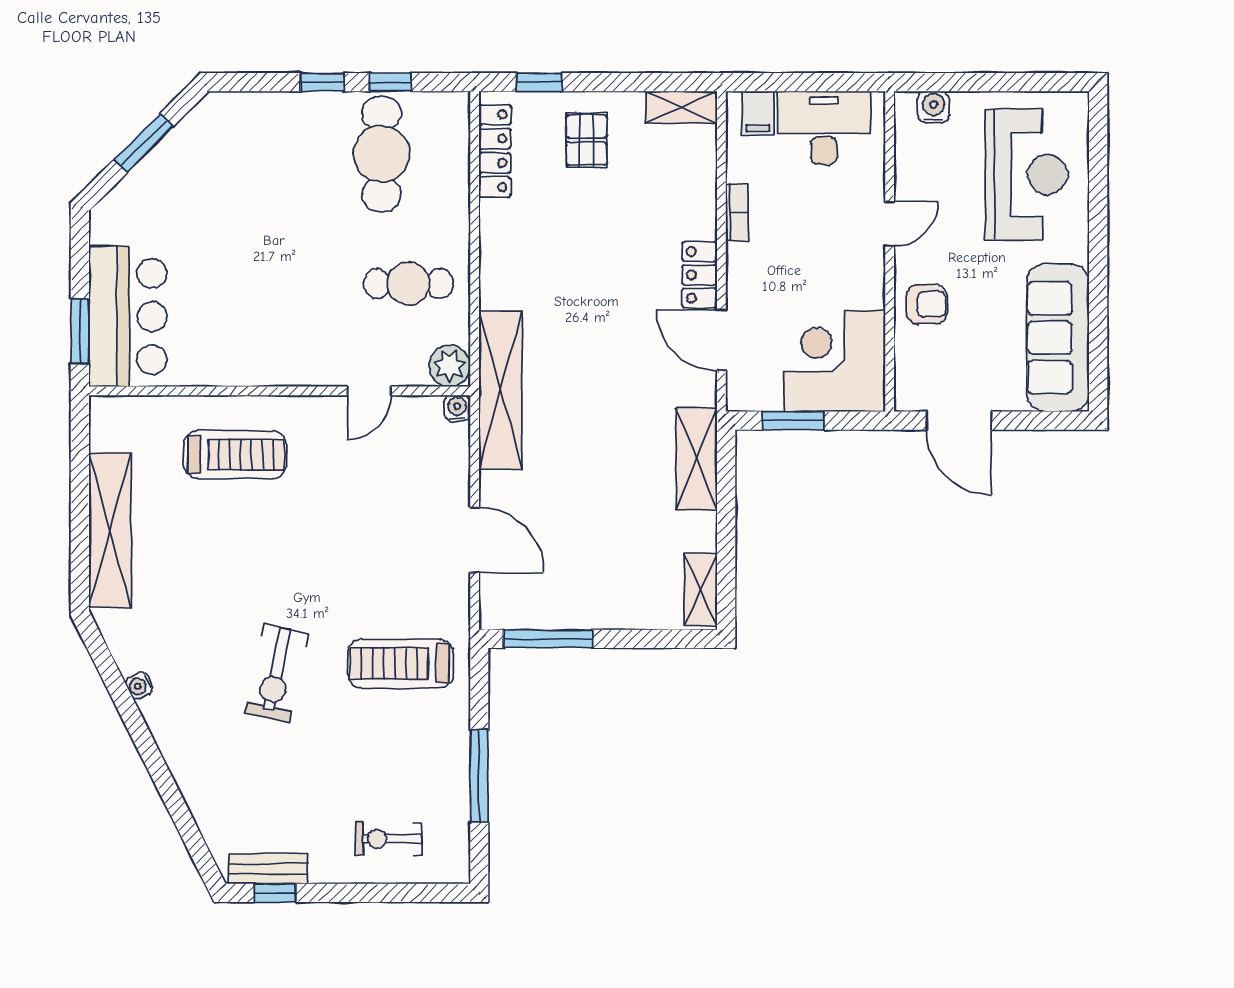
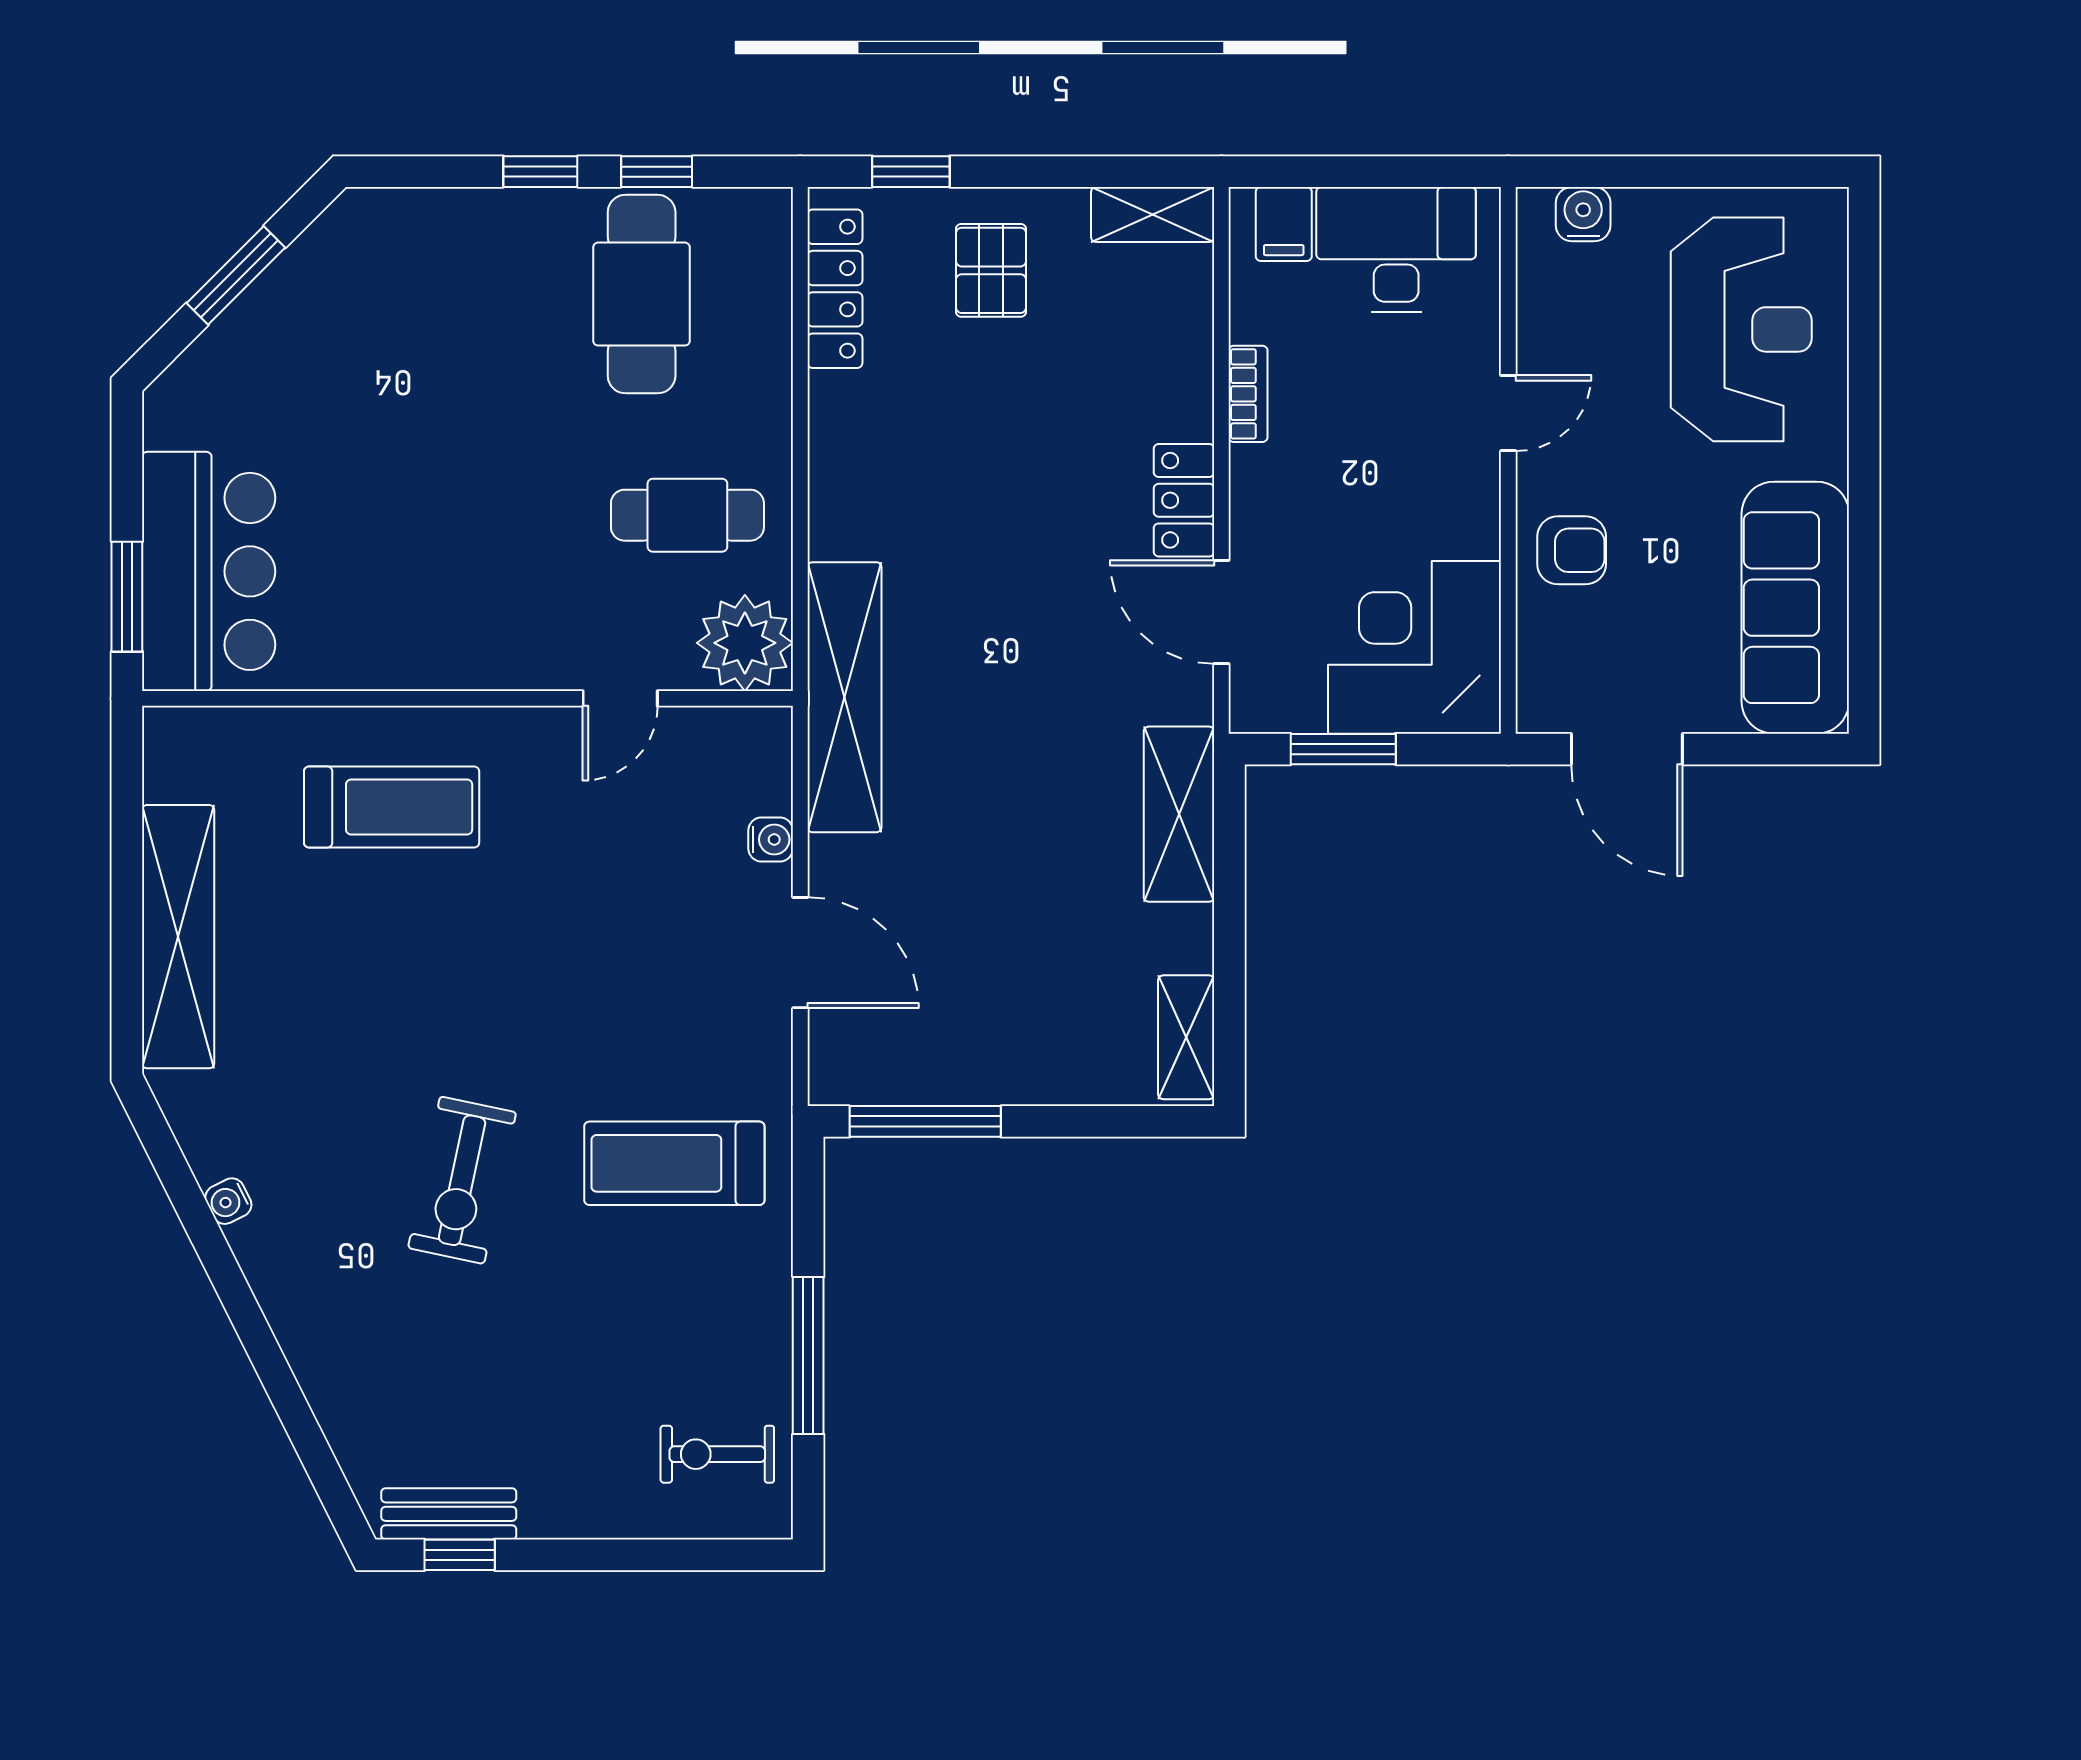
plant: (450, 366) -> (745, 643), width x1.36, depth x1.36
water cooler: (457, 408) -> (771, 839), moved, turned 90
exercise bike: (389, 839) -> (717, 1454), moved

